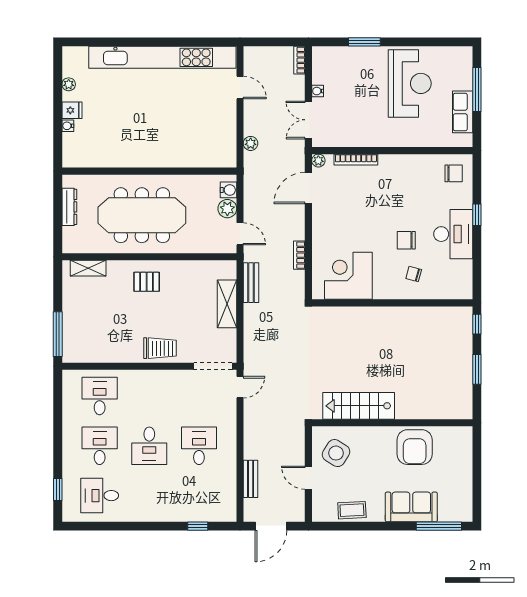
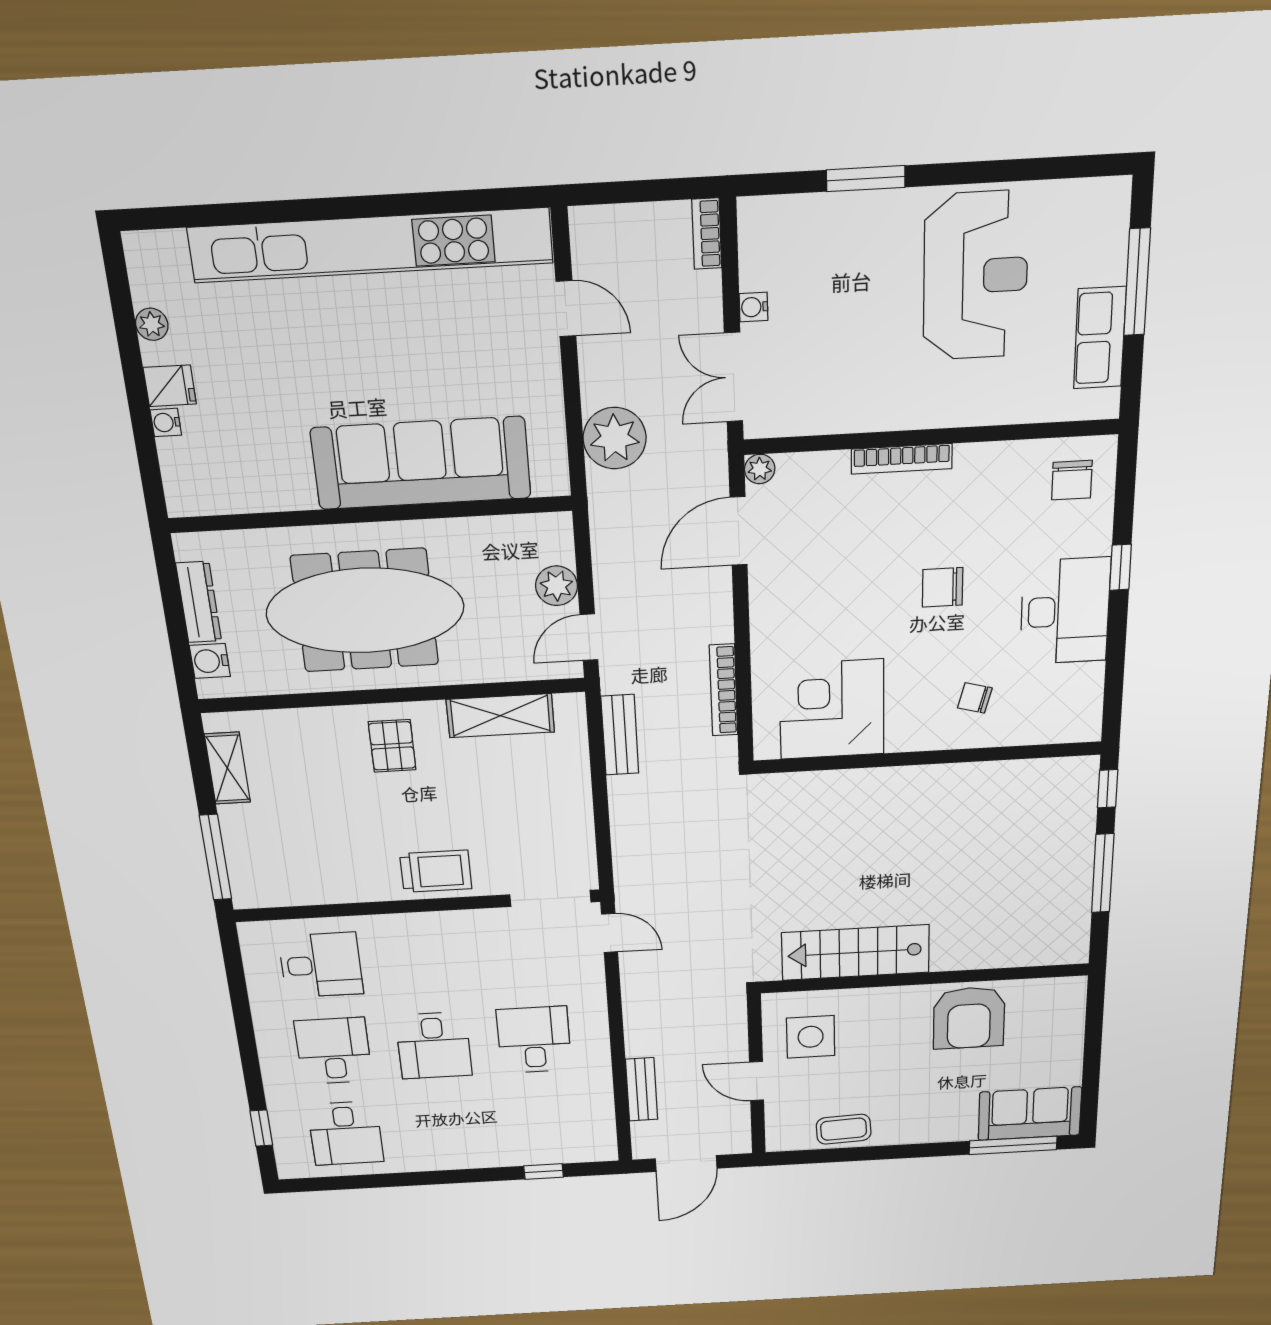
plant: (251, 143) -> (615, 438), width x1.88, depth x1.88
sofa: (174, 150) -> (421, 463), added
bookcase: (356, 160) -> (902, 459), moved
chair: (454, 173) -> (1072, 480), turned 90
water cooler: (229, 190) -> (210, 661), moved, turned 180
door: (240, 234) -> (589, 637), swing flipped
chair: (406, 240) -> (943, 587), moved
bookcase: (299, 255) -> (724, 690), width x1.56
shelving: (88, 268) -> (227, 768), moved, turned 90
pallet: (147, 282) -> (392, 746), turned 90
shelving: (227, 304) -> (500, 716), moved, turned 90
window: (477, 369) -> (1103, 873), width x1.44
door: (240, 387) -> (610, 933), hinge flipped
desk: (100, 396) -> (321, 965), turned 90
side table: (336, 453) -> (811, 1037), turned -32
desk: (100, 496) -> (346, 1133), turned -90
sofa: (411, 507) -> (1030, 1114), moved

